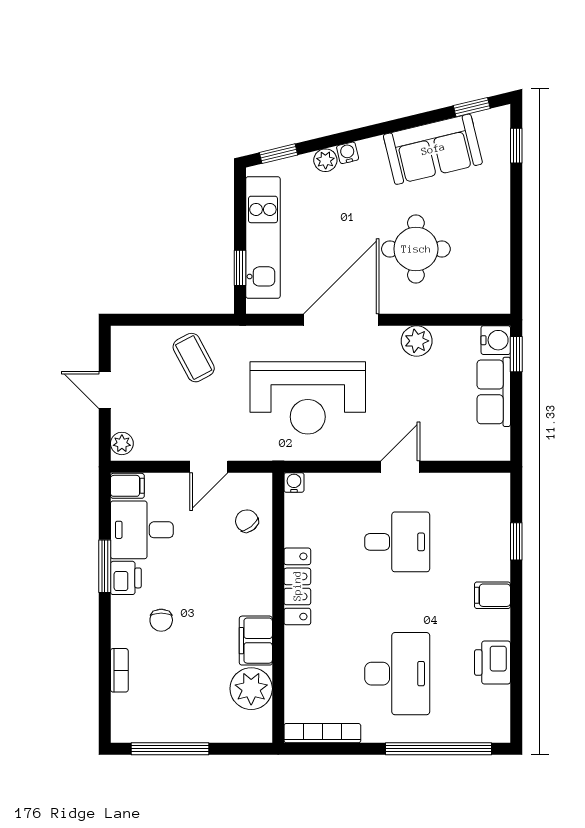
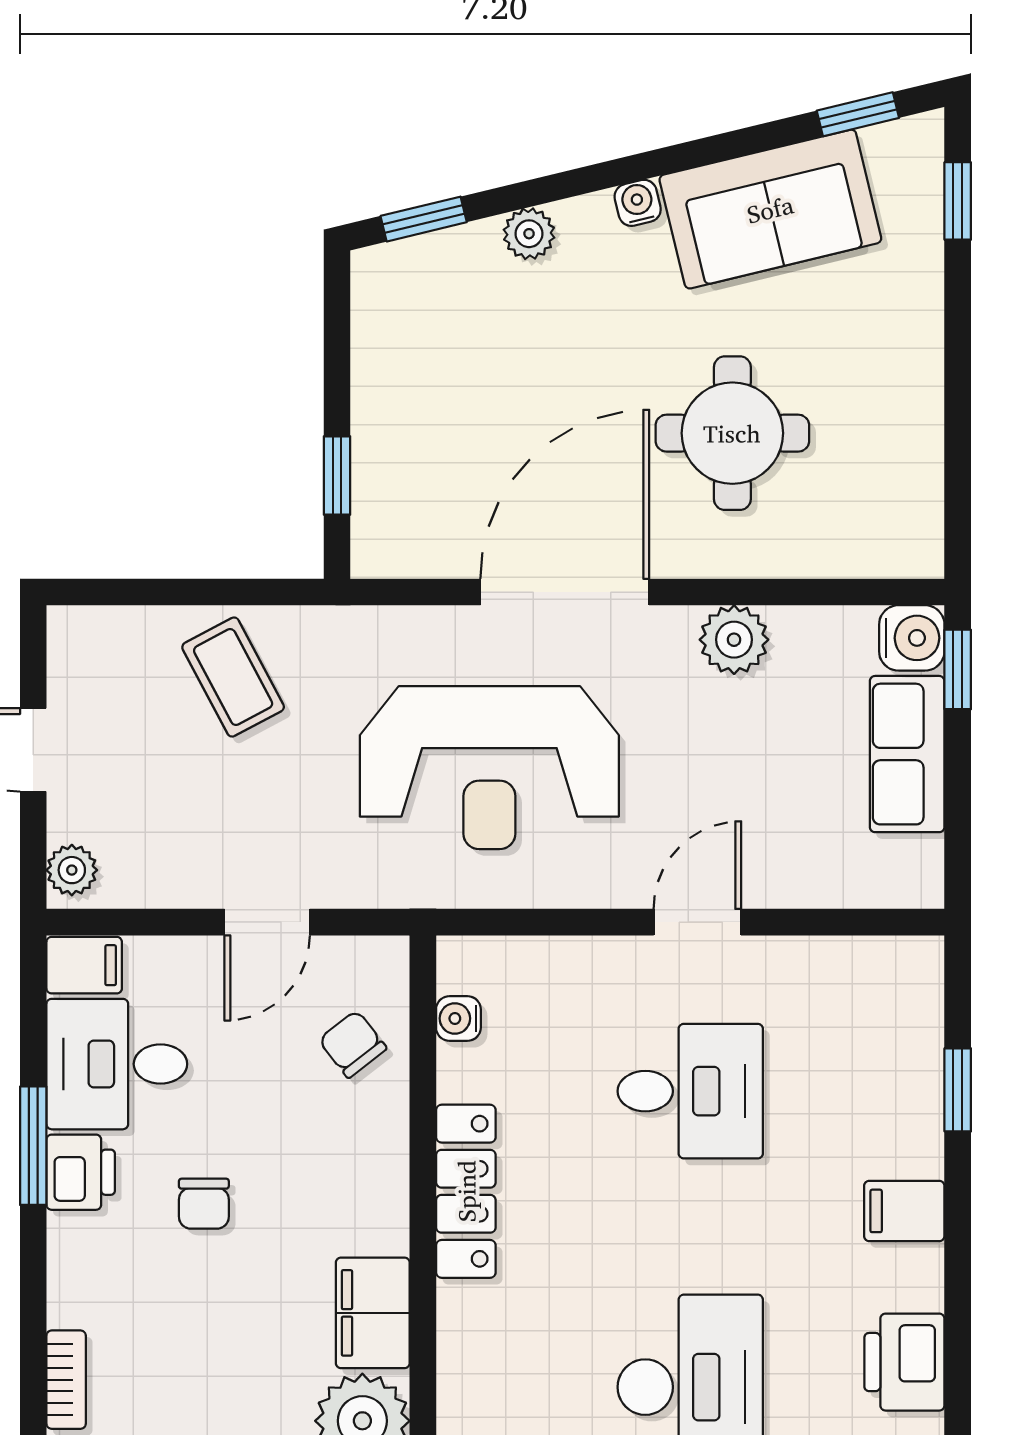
water cooler: (348, 153) -> (638, 203), moved
kitchen unit: (263, 237) -> (389, 407), removed
water cooler: (294, 483) -> (458, 1018), moved, turned -90
chair: (161, 620) -> (204, 1204), moved

